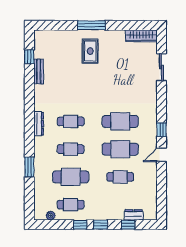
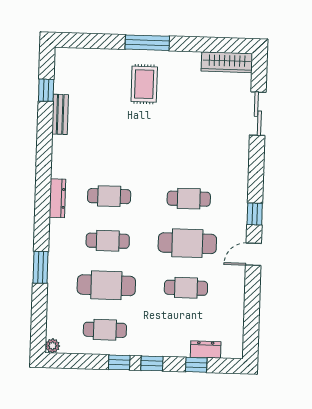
cafe table: (120, 121) -> (189, 199), width x0.73, depth x0.74
plant: (51, 216) -> (53, 346), moved

